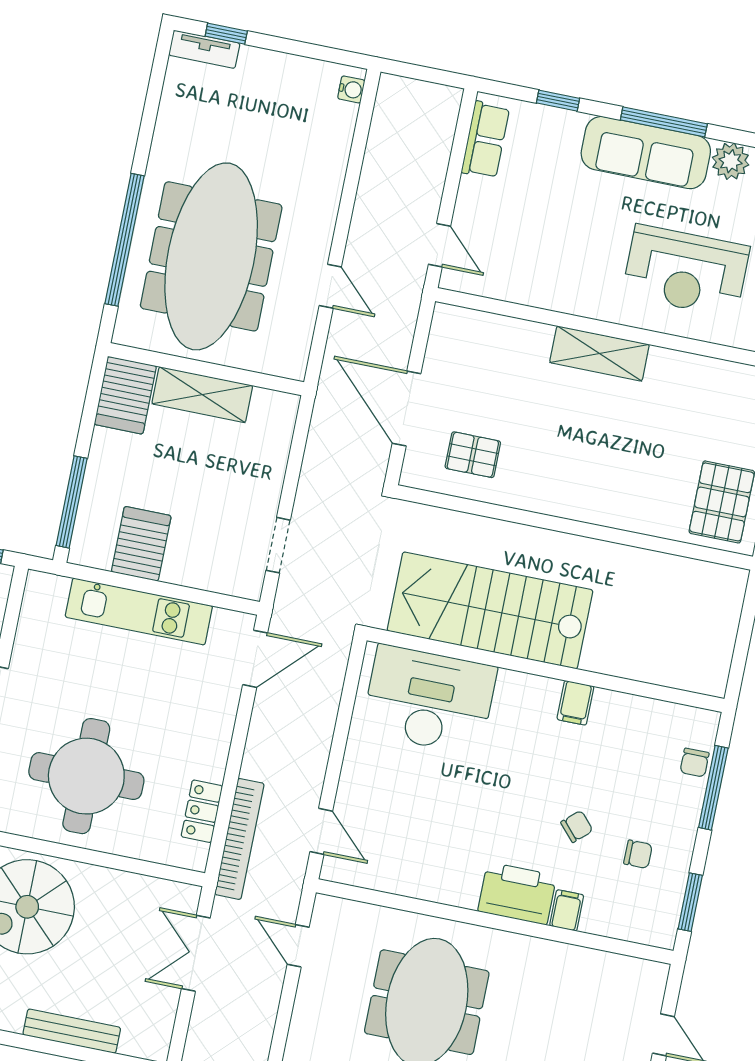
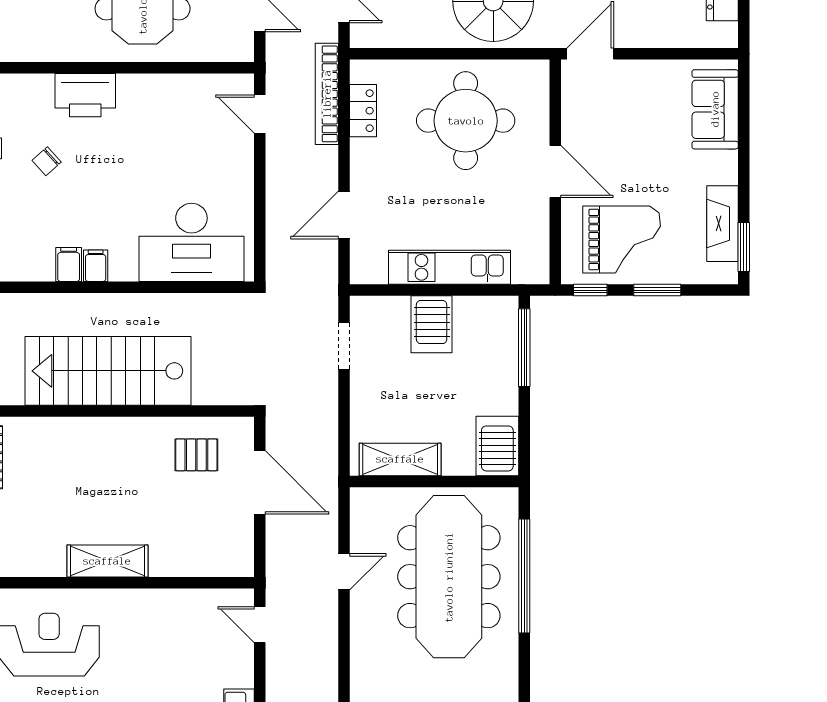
door: (330, 286) -> (344, 572), swing flipped
shelving: (202, 395) -> (400, 459), moved
server rack: (141, 544) -> (432, 324), moved
stairs: (490, 610) -> (108, 371), moved, turned 180
door: (255, 659) -> (344, 215), moved
filing cabinet: (567, 910) -> (96, 266), moved, turned 180

